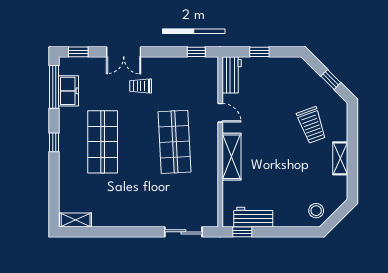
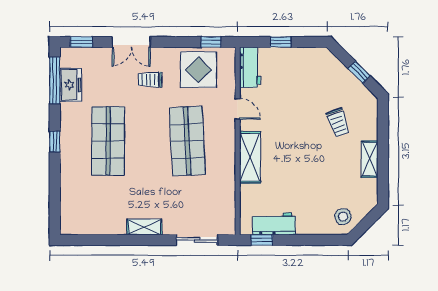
display table: (185, 77) -> (198, 70), added
trolley: (312, 125) -> (338, 123), width x0.73, depth x0.72
shelving: (76, 220) -> (145, 227), moved

